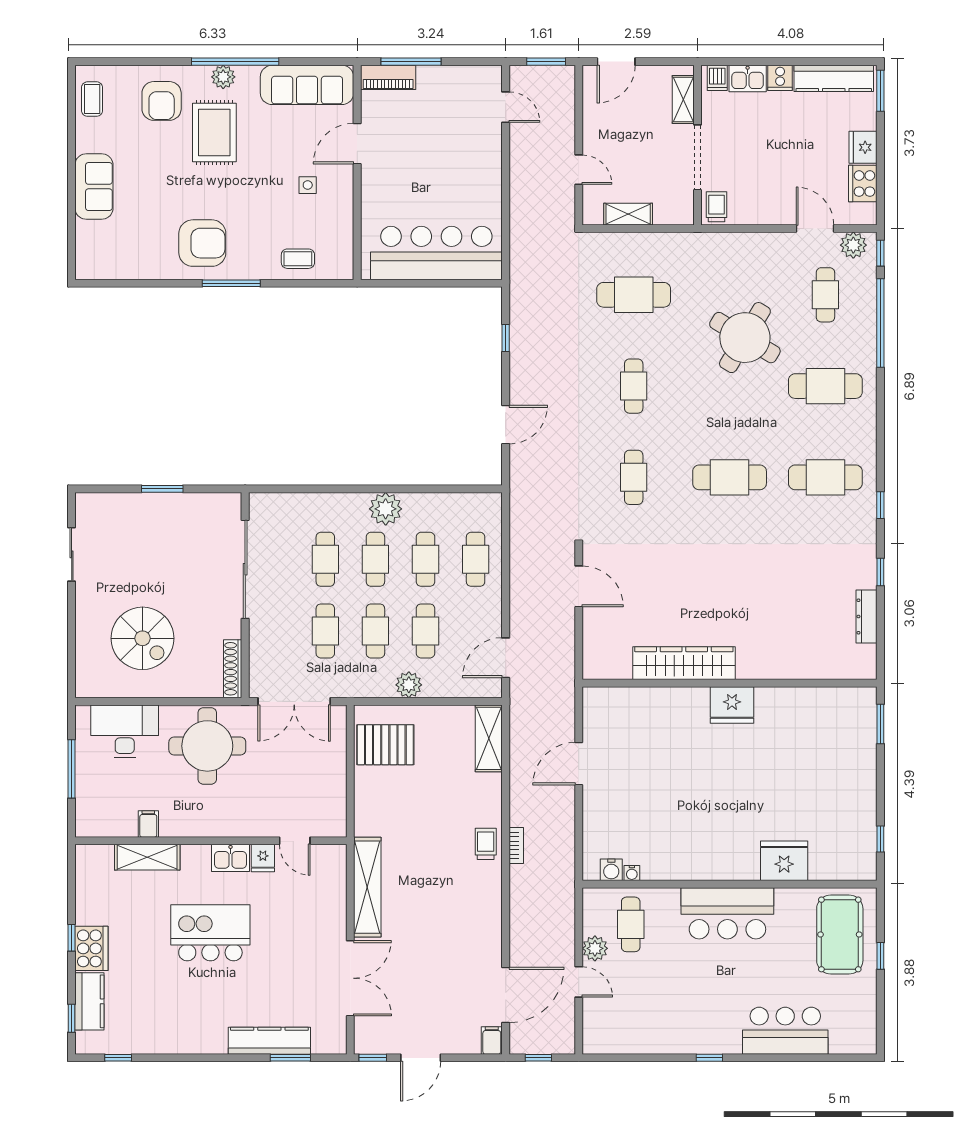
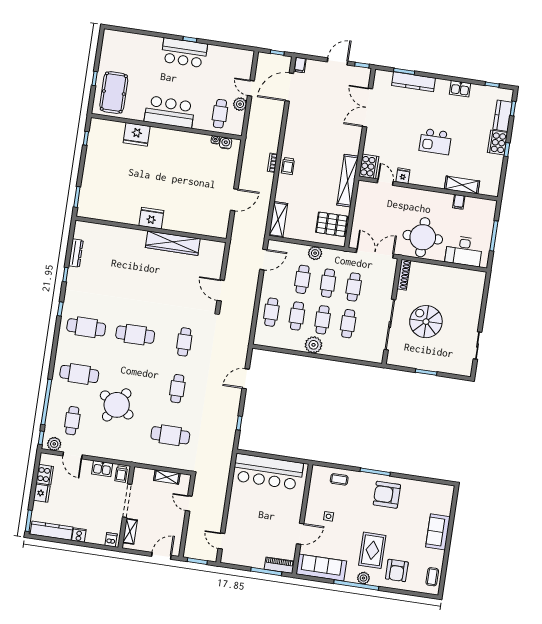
kitchen sink: (748, 79) -> (102, 469), moved, turned 180
armchair: (162, 101) -> (397, 570), turned 180
spiral stairs: (143, 638) -> (426, 322), moved
kitchen sink: (231, 858) -> (460, 89), moved, turned 180
cooker: (331, 866) -> (369, 166), added
shelving: (367, 887) -> (348, 181), moved
kitchen island: (210, 933) -> (435, 141), width x0.73, depth x0.78
bar counter: (785, 1031) -> (184, 53), moved

